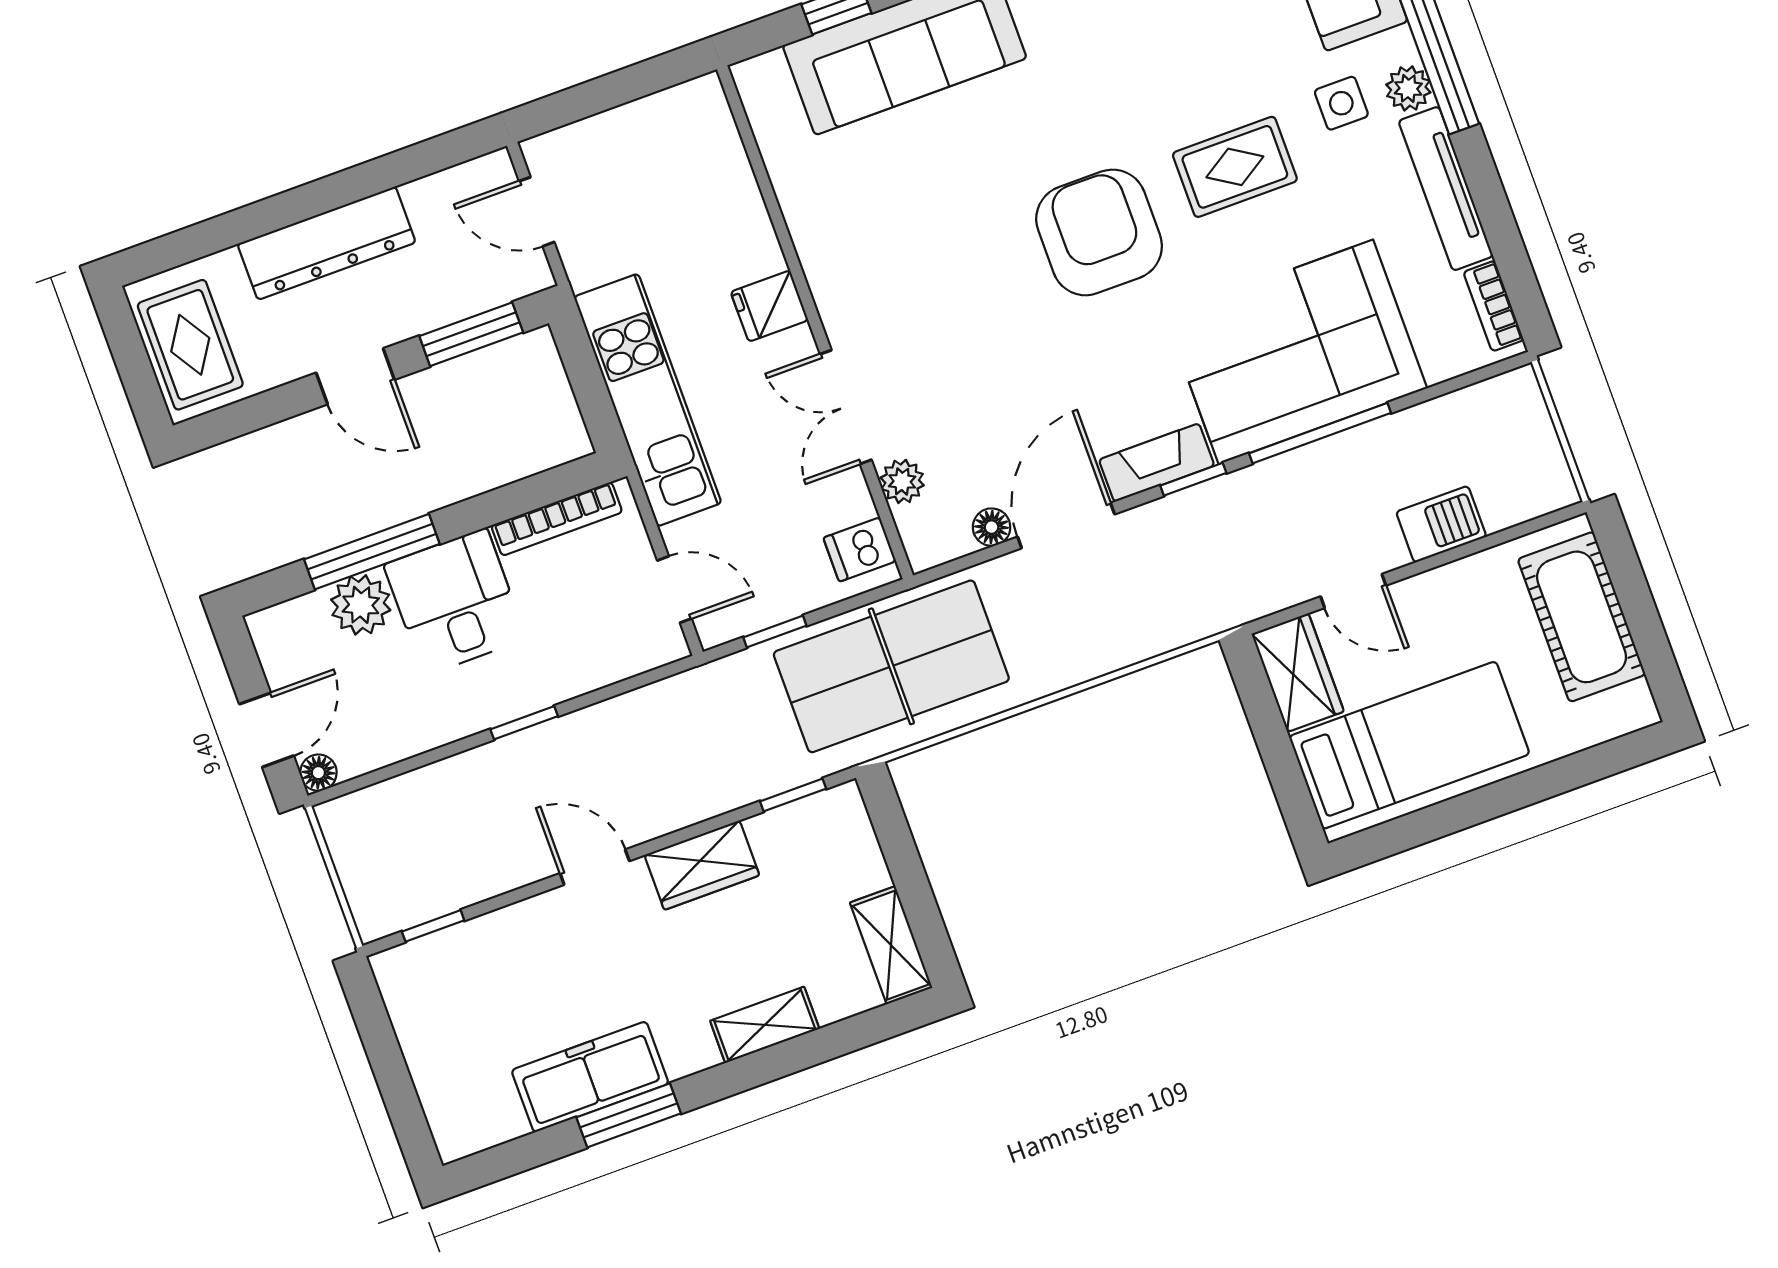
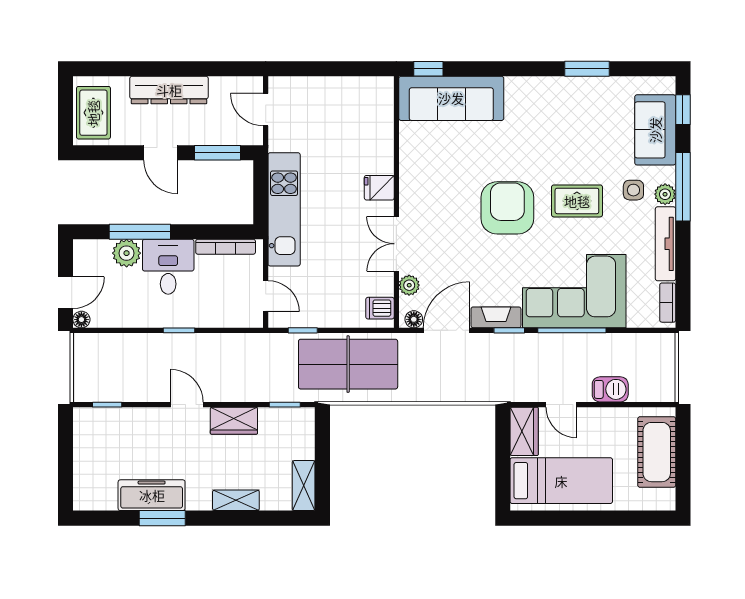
fridge: (769, 306) -> (379, 188), moved
wall: (815, 322) -> (396, 202), moved
double door: (846, 407) -> (396, 244), moved
plant: (902, 481) -> (409, 285), moved
dishwasher: (860, 549) -> (380, 308), moved

